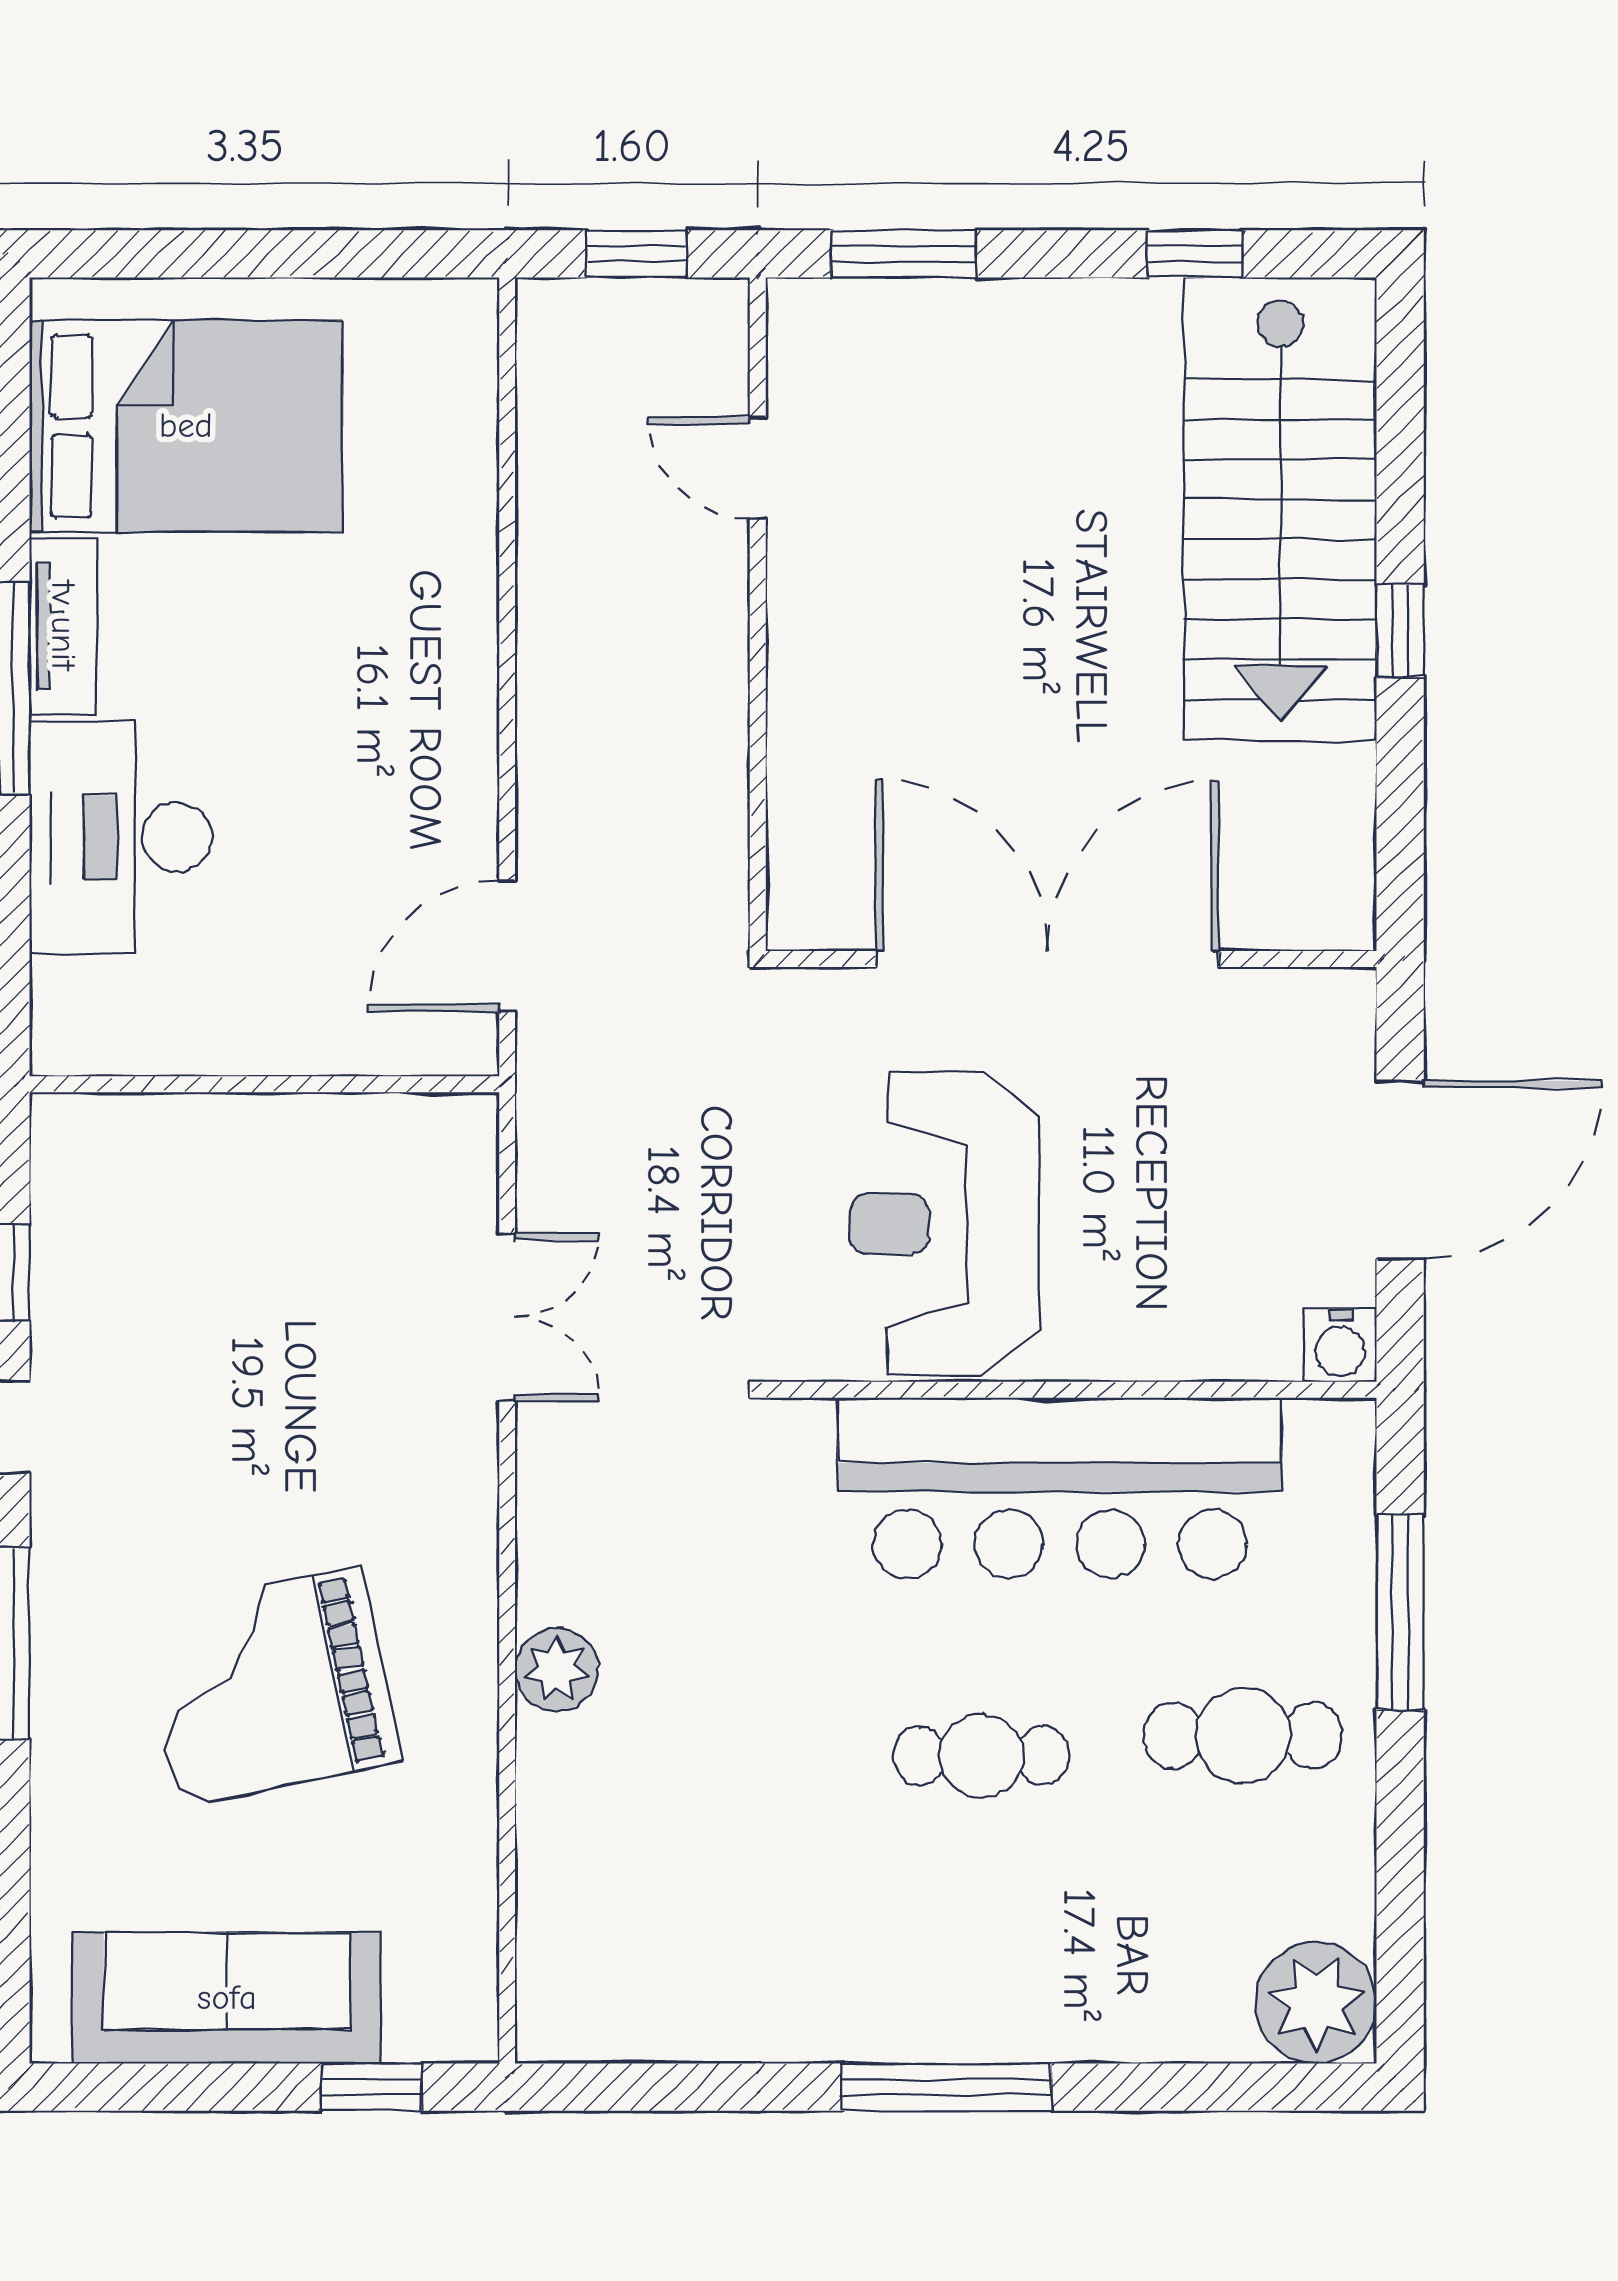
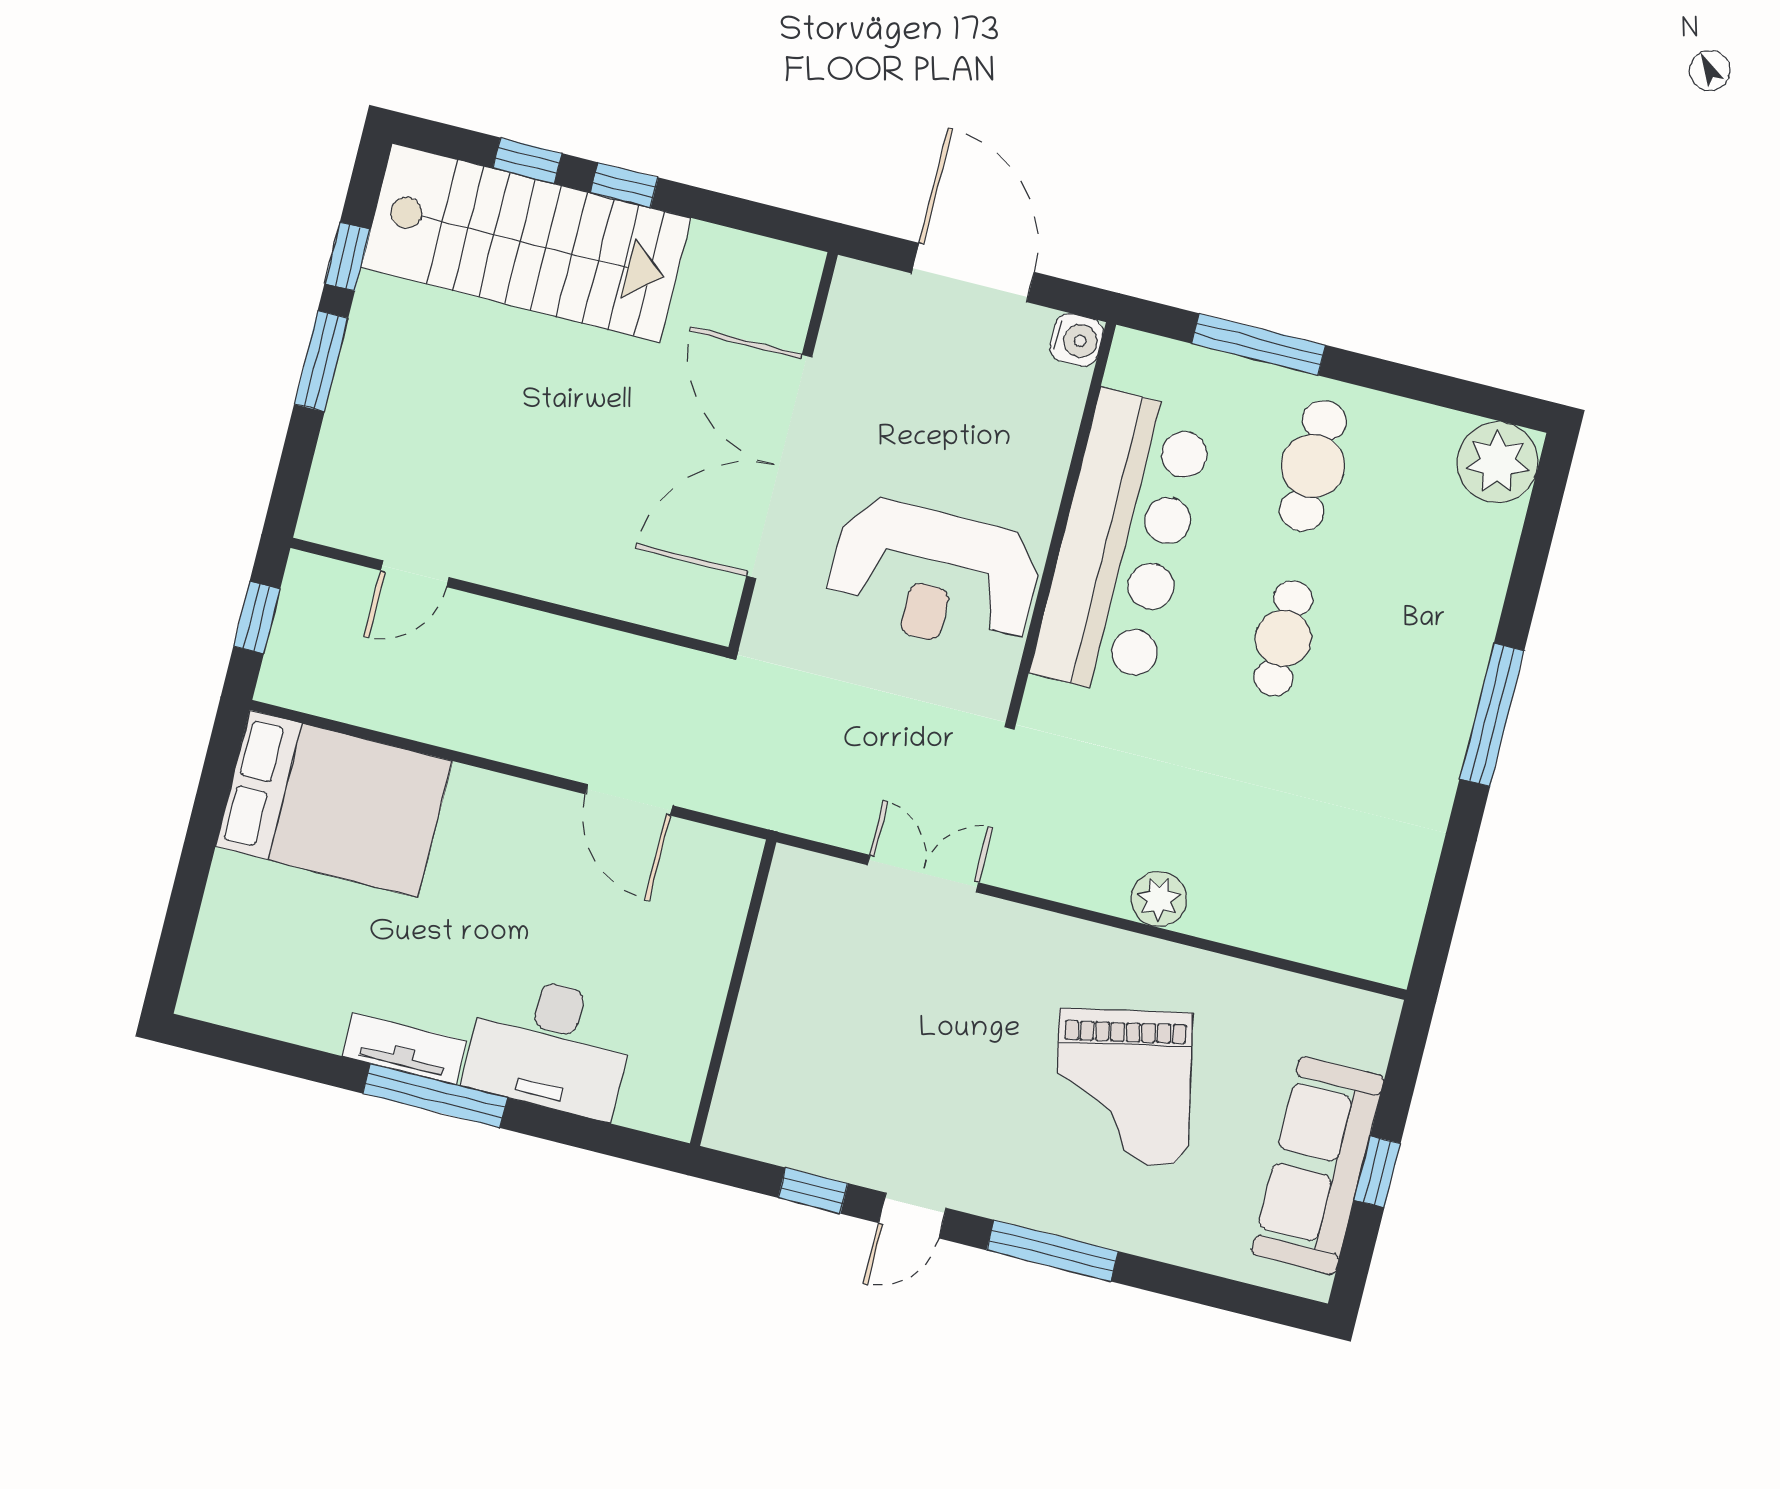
window: (903, 254) -> (321, 361), moved
bed: (186, 426) -> (334, 804), moved, turned 90
window: (1400, 481) -> (527, 161), added
door: (507, 946) -> (629, 800), moved
window: (372, 2087) -> (1377, 1172), moved

